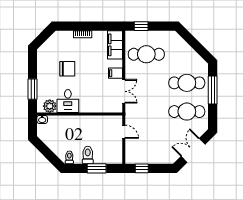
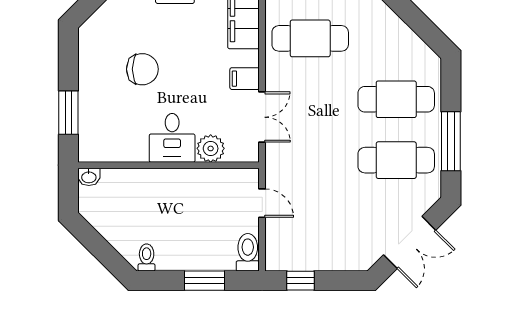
window: (213, 90) -> (451, 141), moved
desk: (68, 101) -> (172, 138), moved
plant: (50, 106) -> (211, 148), moved
double door: (193, 150) -> (410, 242), swing flipped
toilet: (88, 155) -> (248, 252), moved

